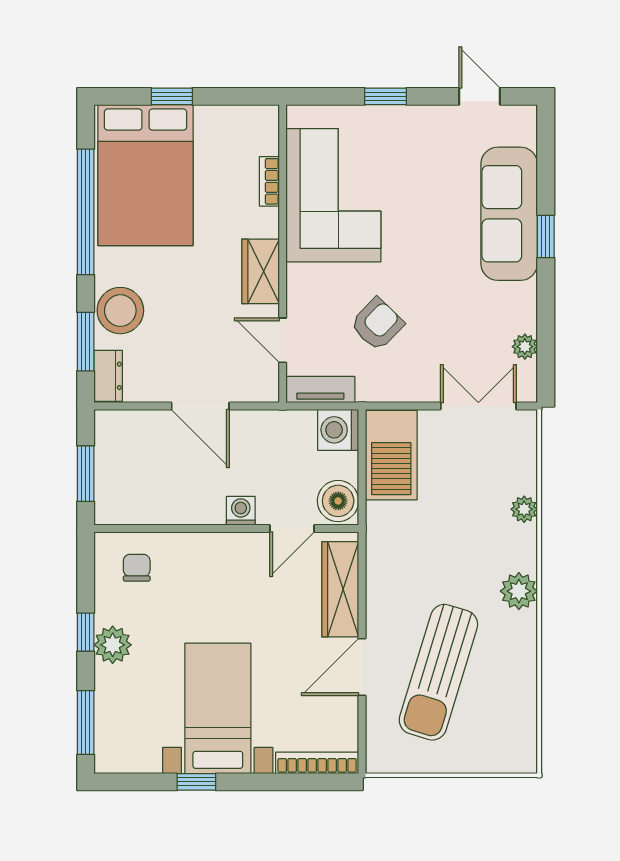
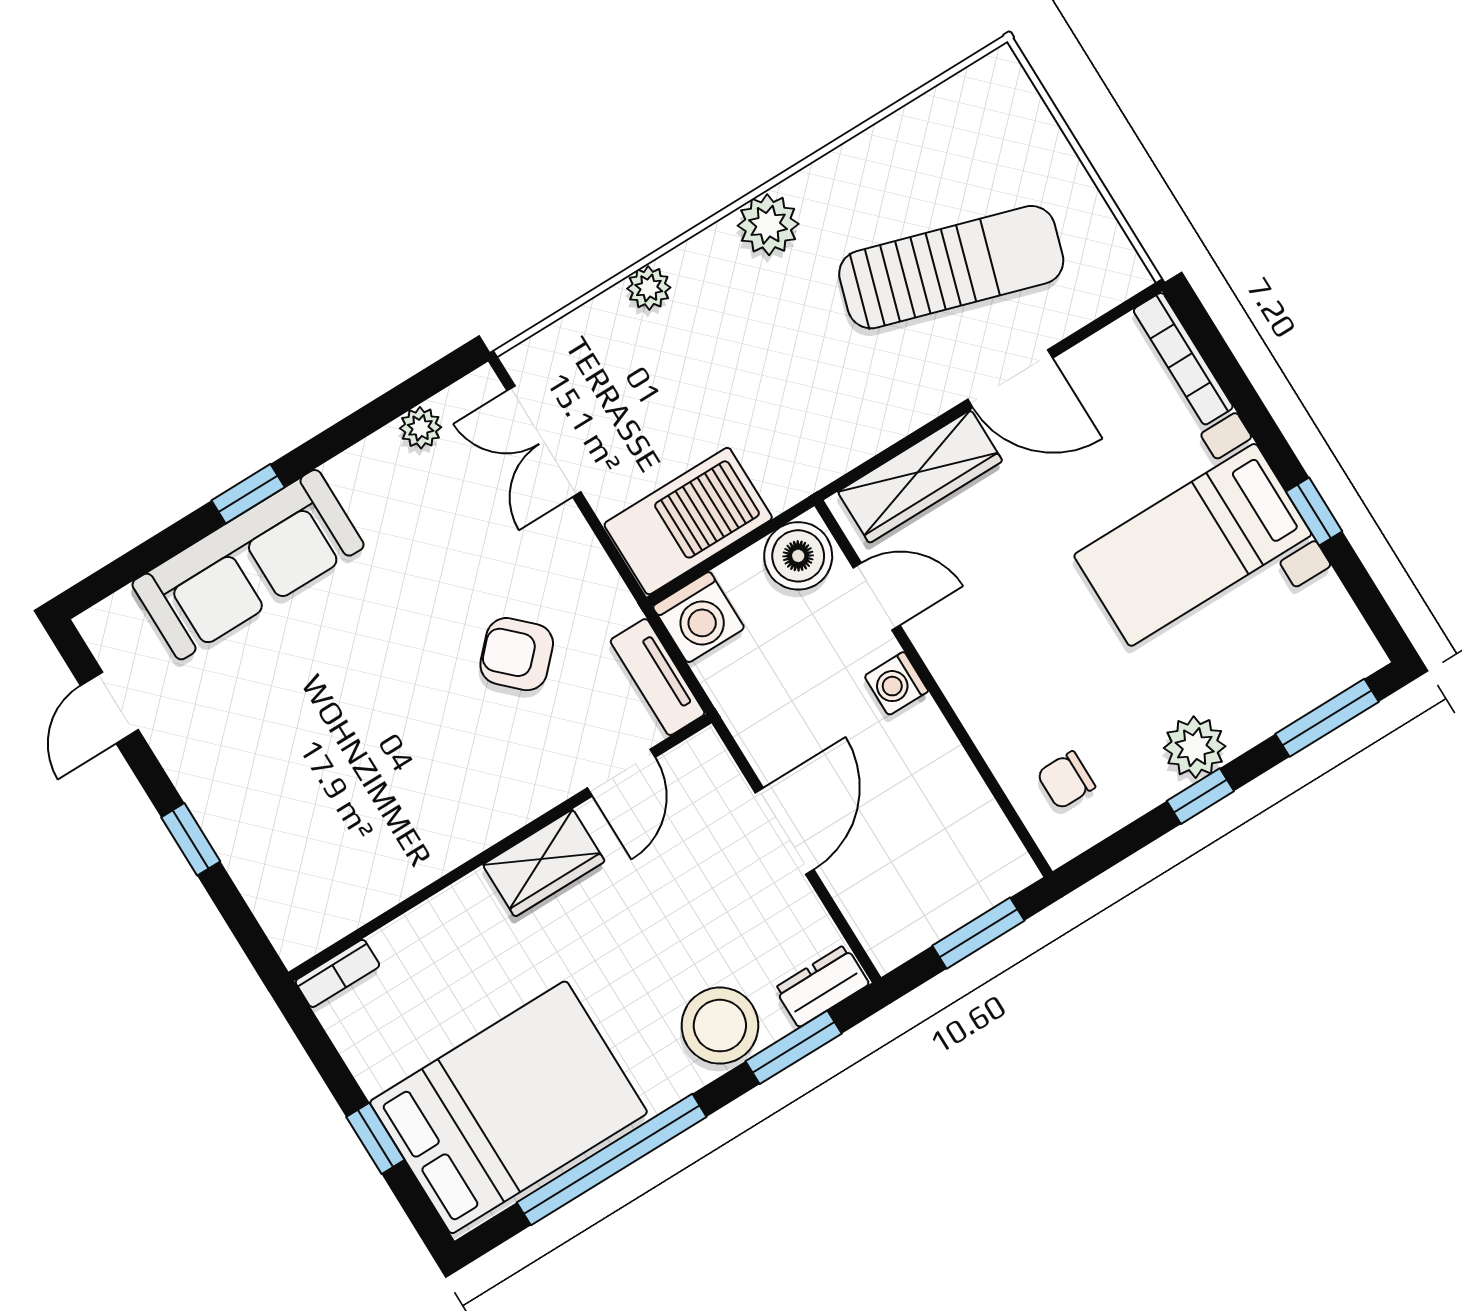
bookcase: (269, 181) -> (337, 973), moved
corner sofa: (333, 195) -> (374, 827), removed

